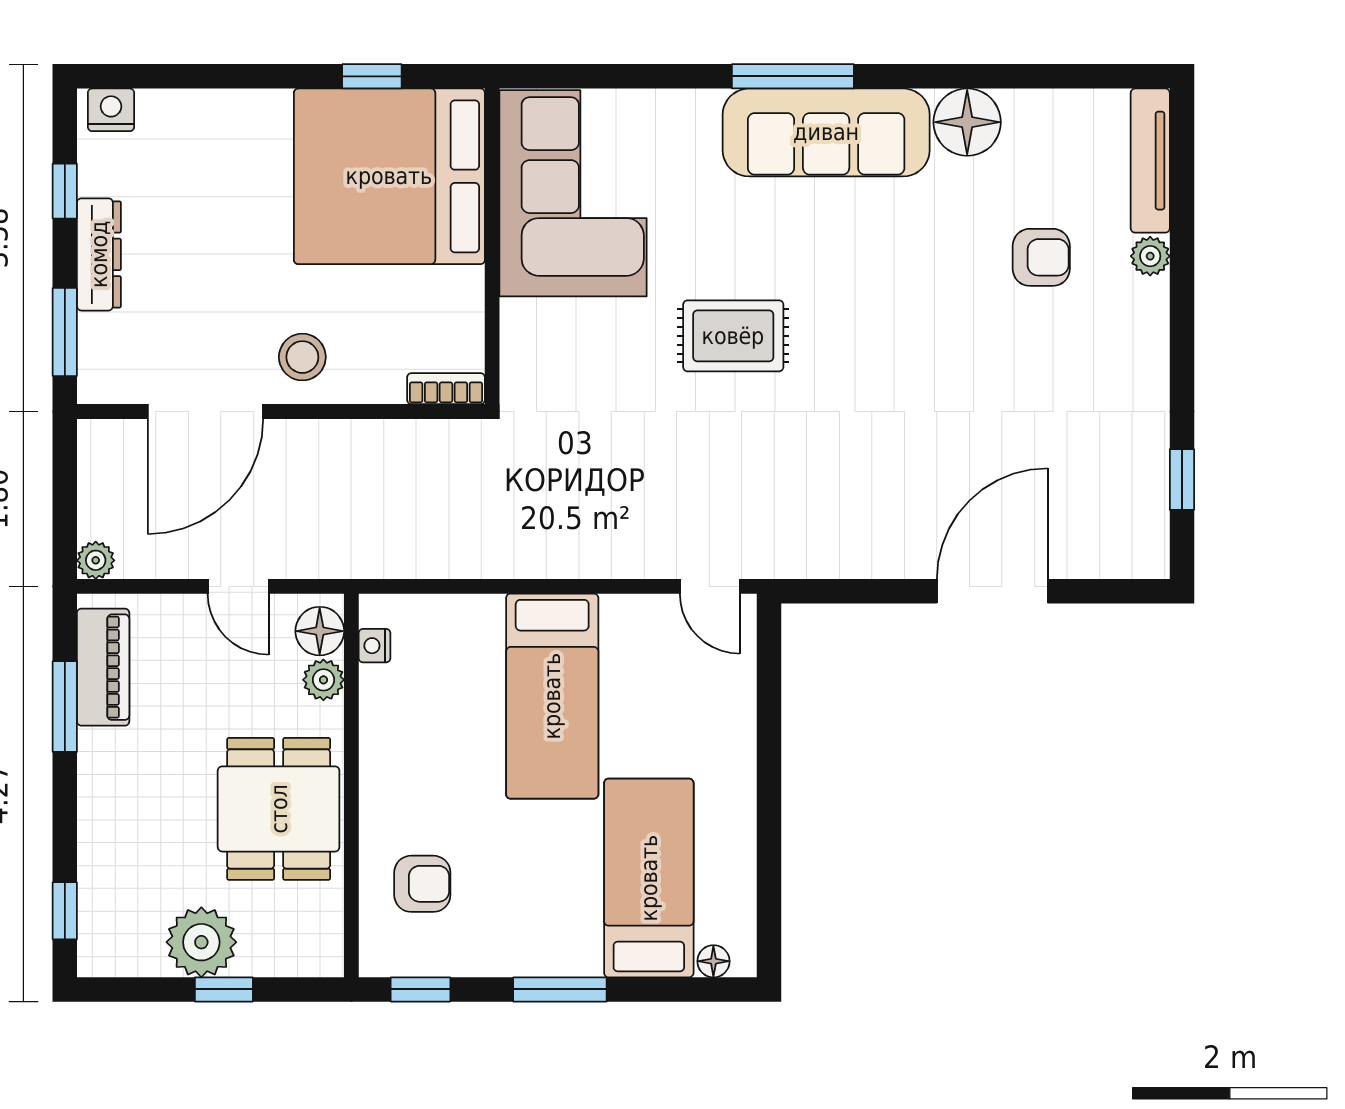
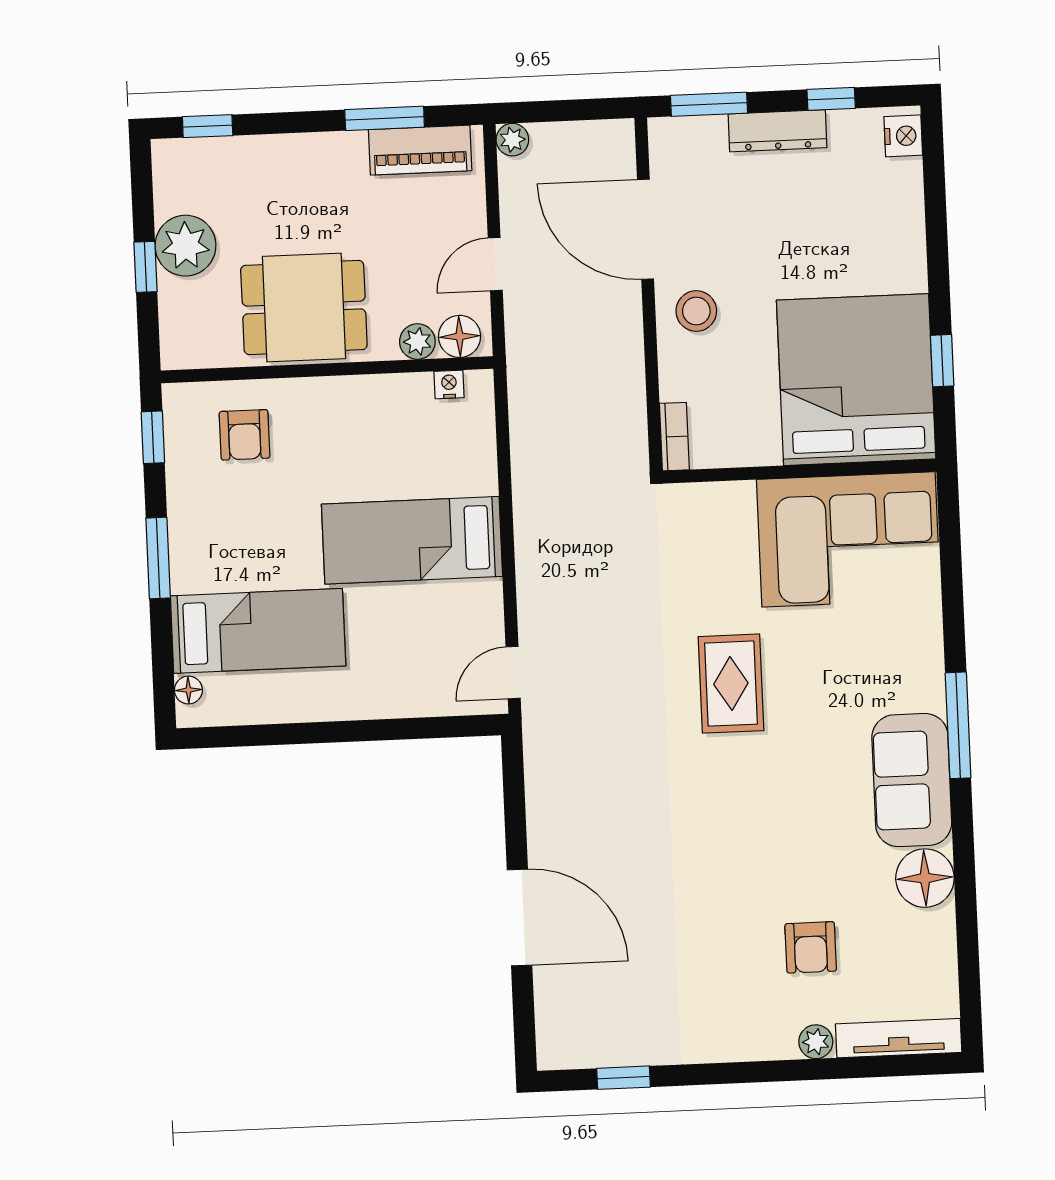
sofa: (826, 132) -> (912, 780), width x0.73

